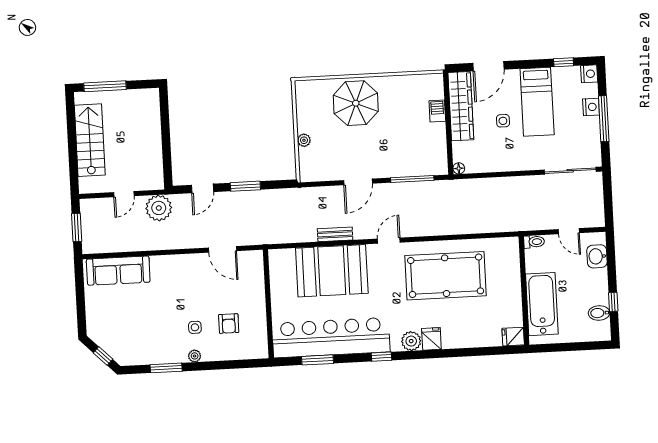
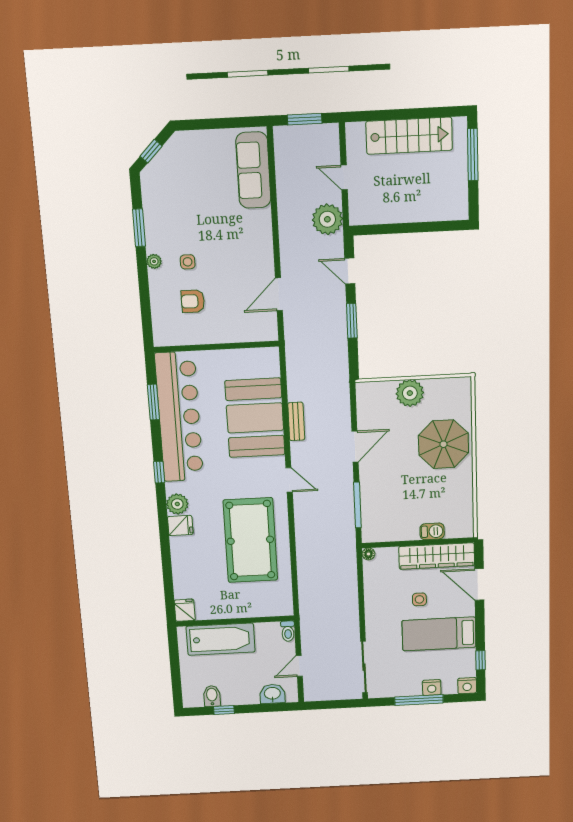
plant: (304, 140) -> (410, 393), width x1.88, depth x1.88
door: (358, 182) -> (355, 447), swing flipped

